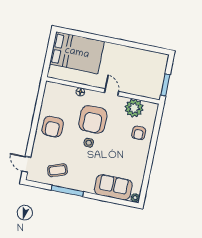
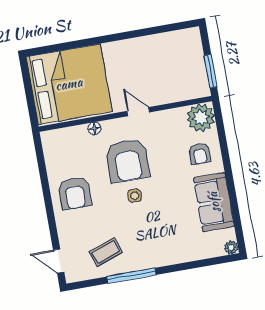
bed: (77, 53) -> (69, 84), width x1.36
plant: (134, 108) -> (201, 118), moved
sofa: (113, 187) -> (214, 202), moved, turned -90

